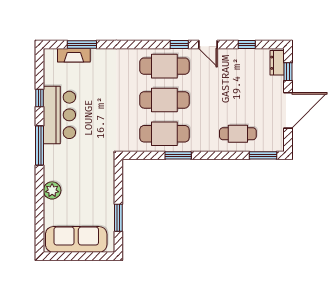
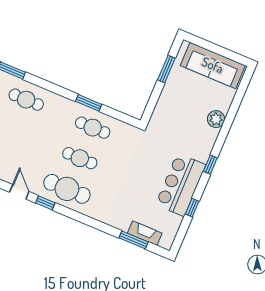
cafe table: (164, 100) -> (80, 158), width x0.73, depth x0.74
cafe table: (164, 134) -> (93, 128), width x0.73, depth x0.74
window: (40, 145) -> (210, 165), width x0.46

